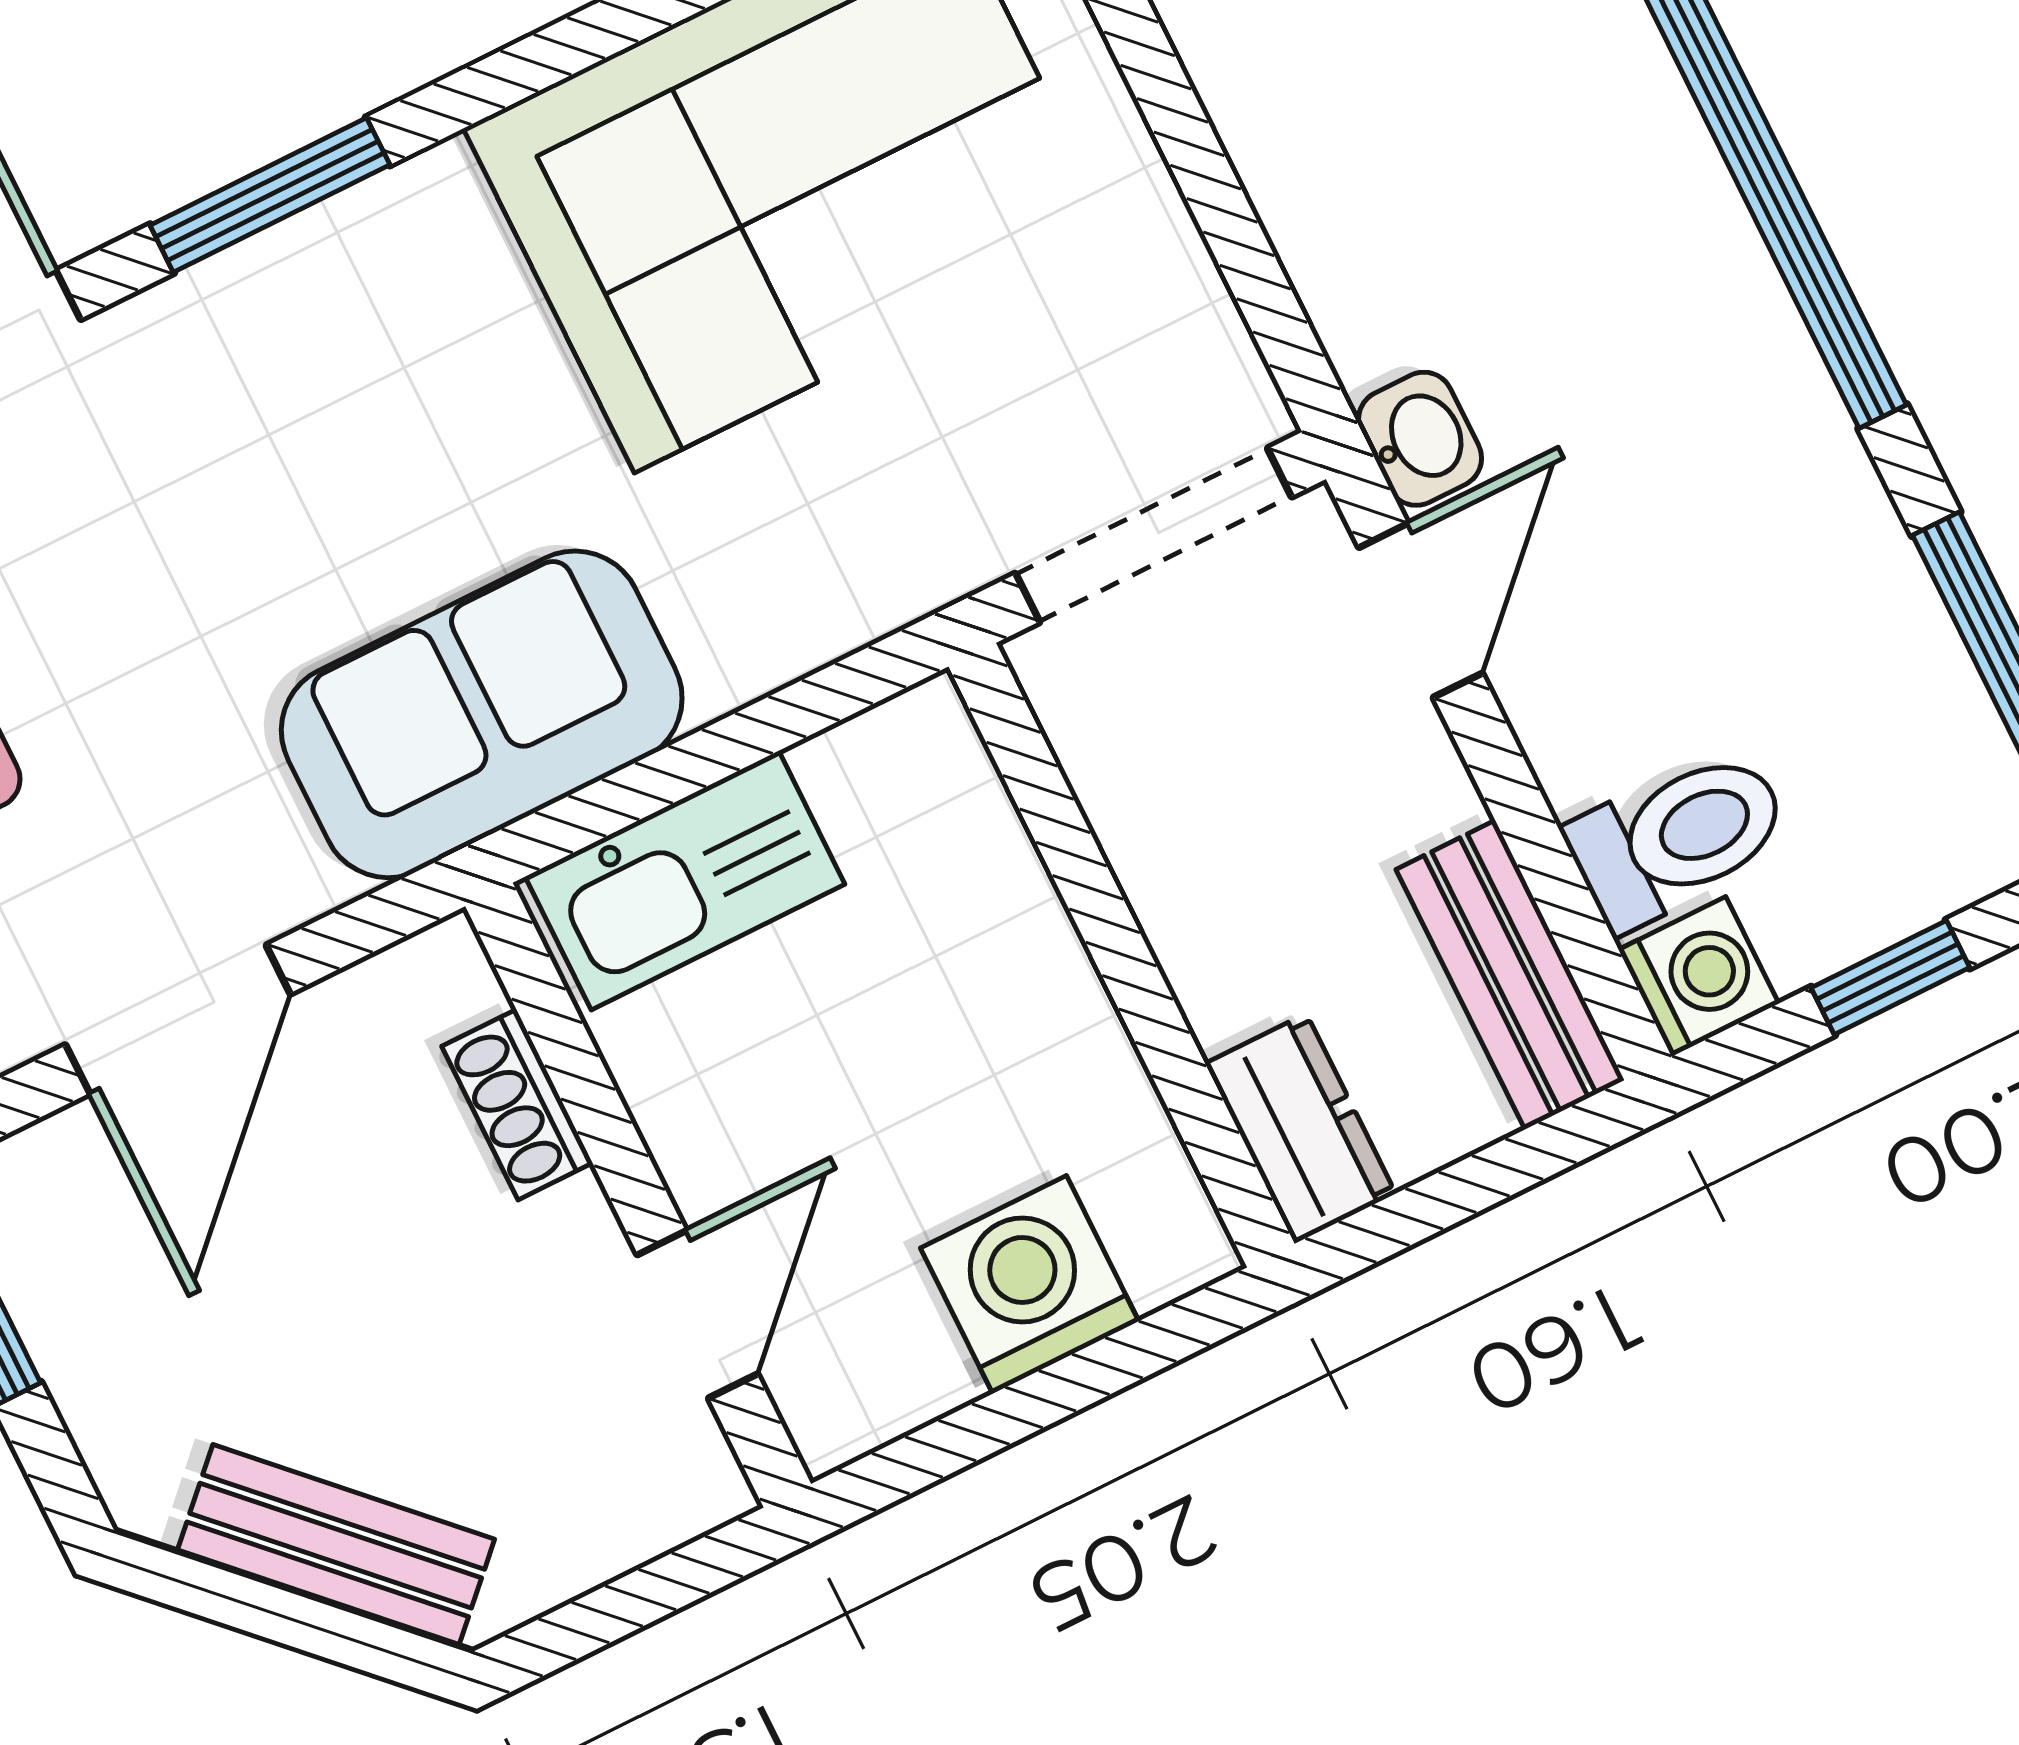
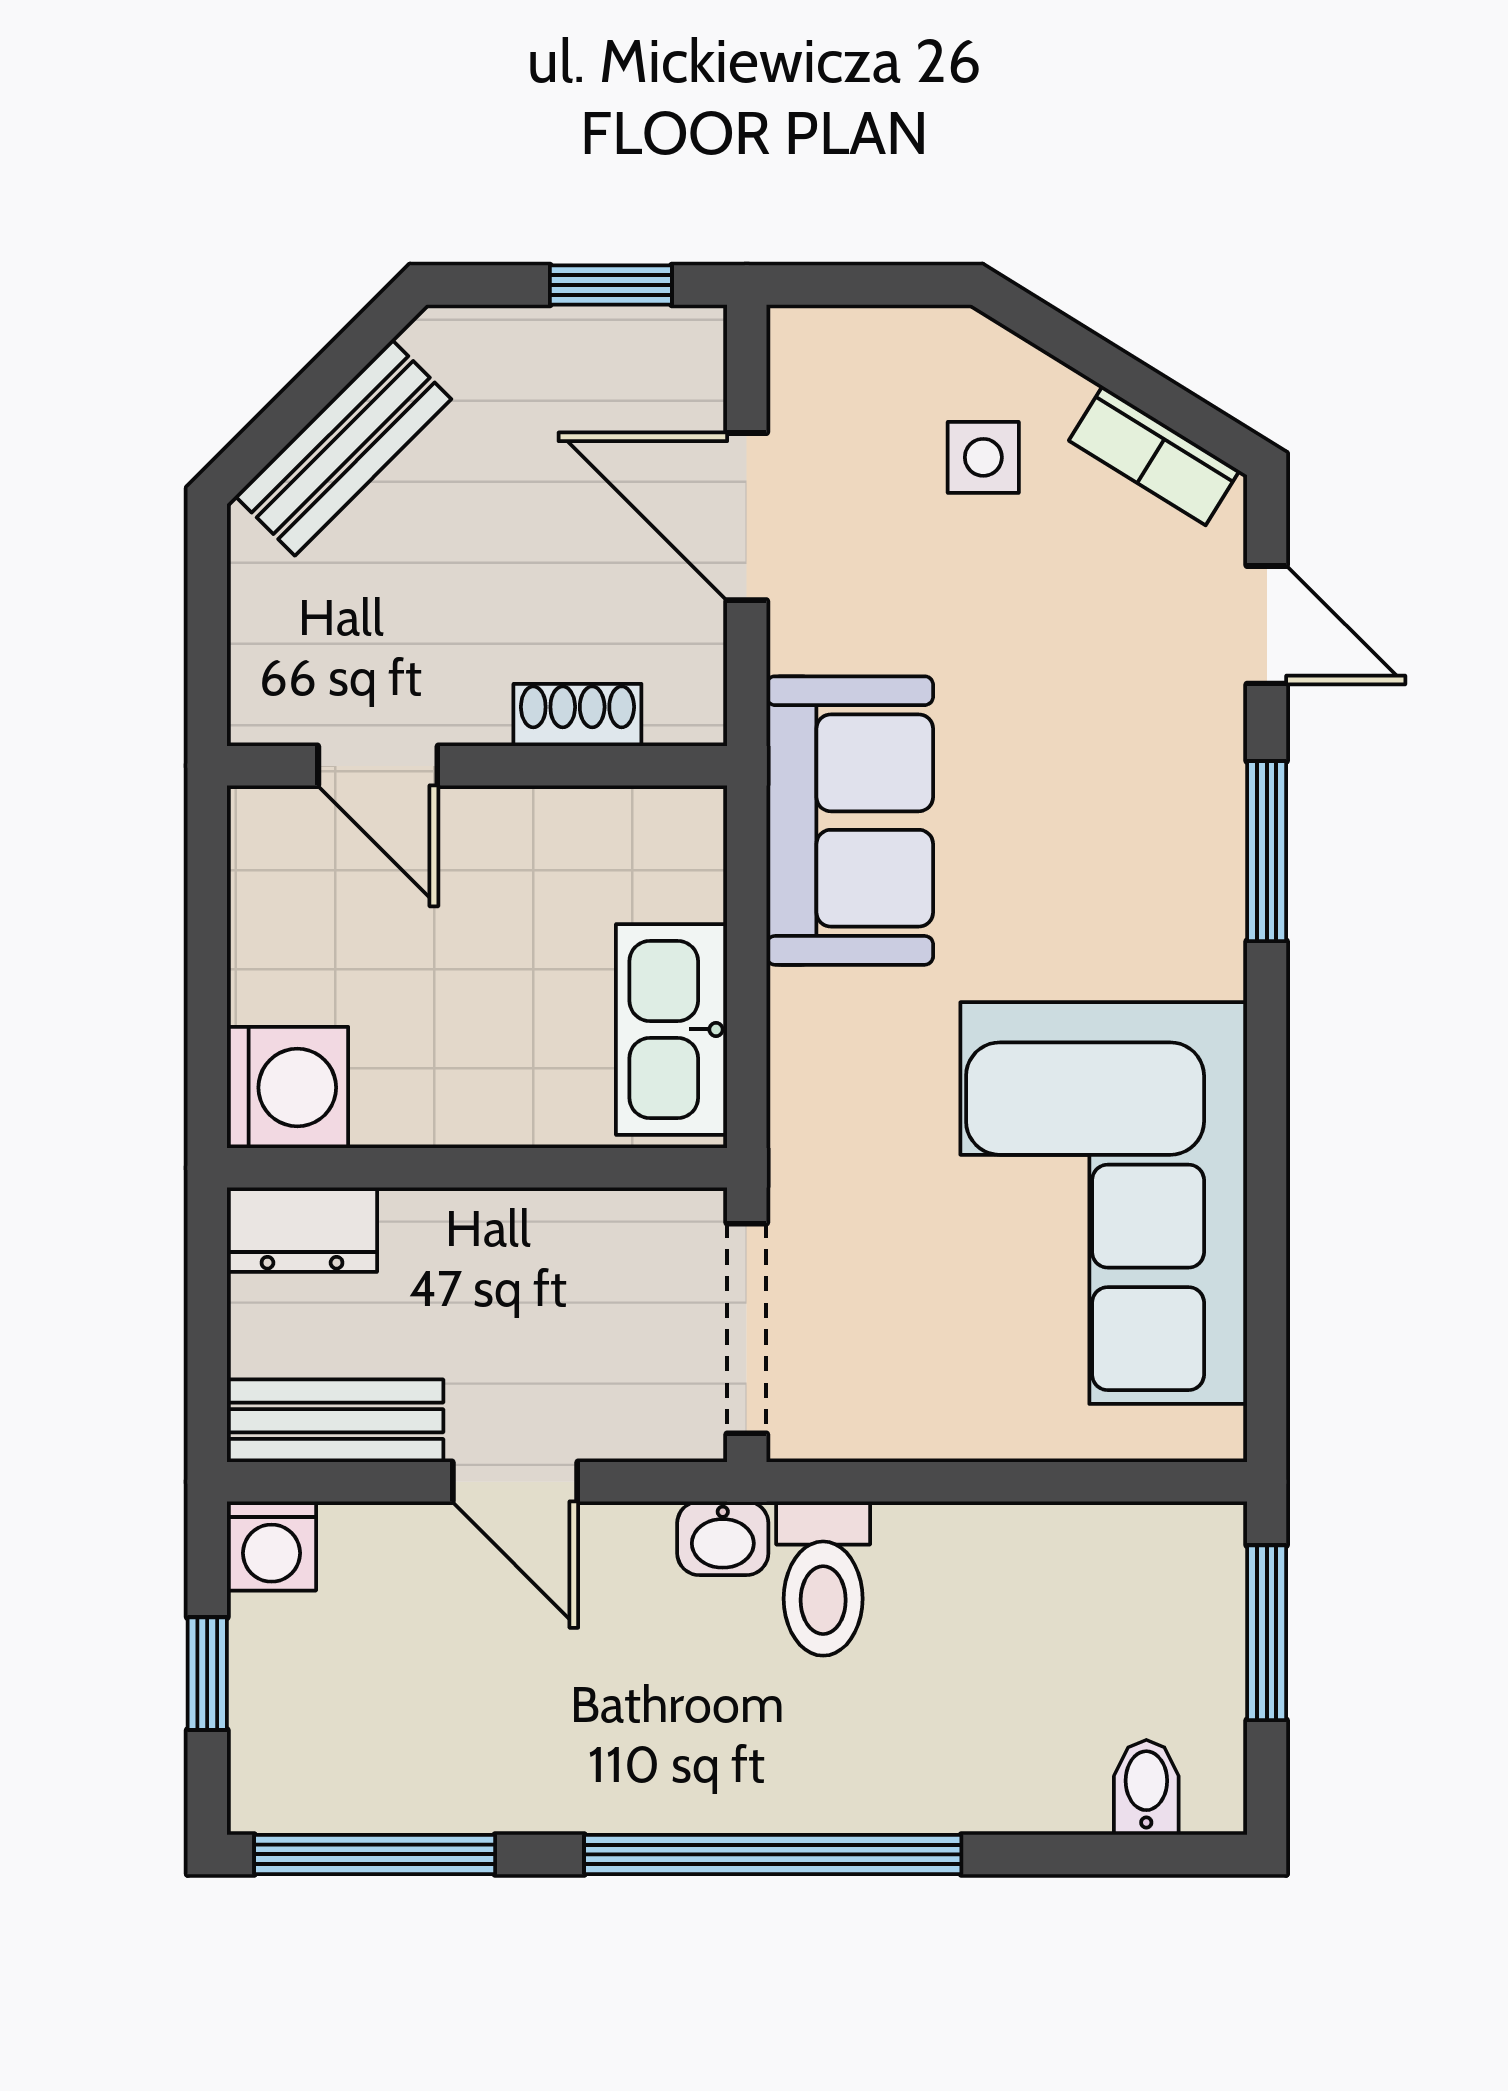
door: (1421, 610) -> (515, 1482), moved
toilet: (1678, 838) -> (823, 1579), moved
kitchen sink: (685, 880) -> (672, 1029), moved
washing machine: (1030, 1285) -> (288, 1088), moved

